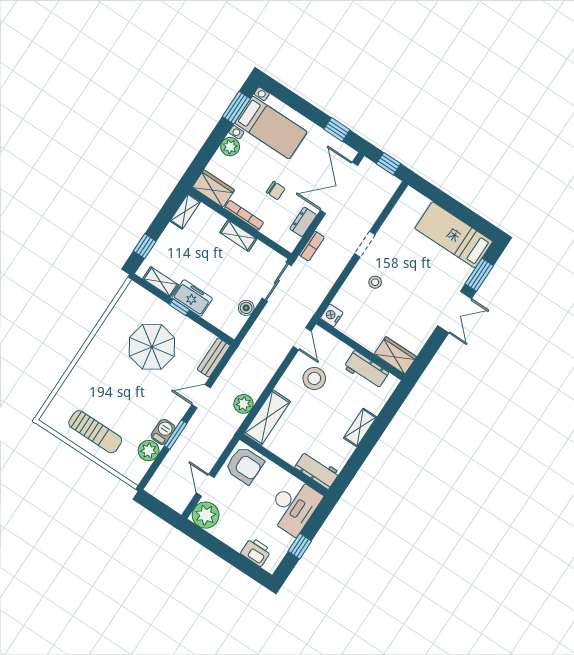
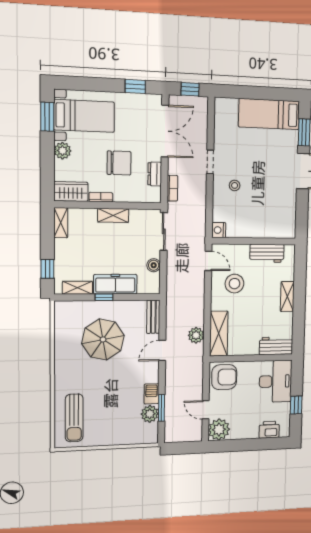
double door: (339, 188) -> (165, 131), swing flipped
chair: (276, 190) -> (119, 163), width x1.87, depth x1.87
bookcase: (244, 215) -> (101, 197), width x0.64
freezer: (192, 298) -> (115, 284), width x1.40
wardrobe: (395, 355) -> (281, 229), removed
sun lounger: (95, 432) -> (74, 418), moved, turned 90
window: (176, 435) -> (162, 408), moved

